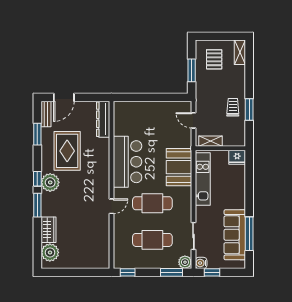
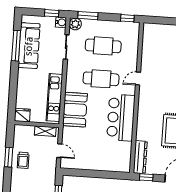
window: (95, 97) -> (146, 177), added

